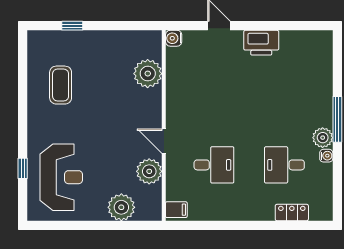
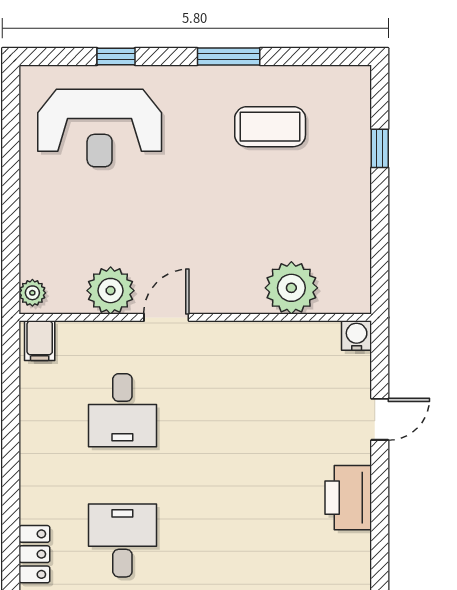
window: (23, 107) -> (229, 56), added
plant: (121, 207) -> (32, 293), moved, width x0.53, depth x0.53

